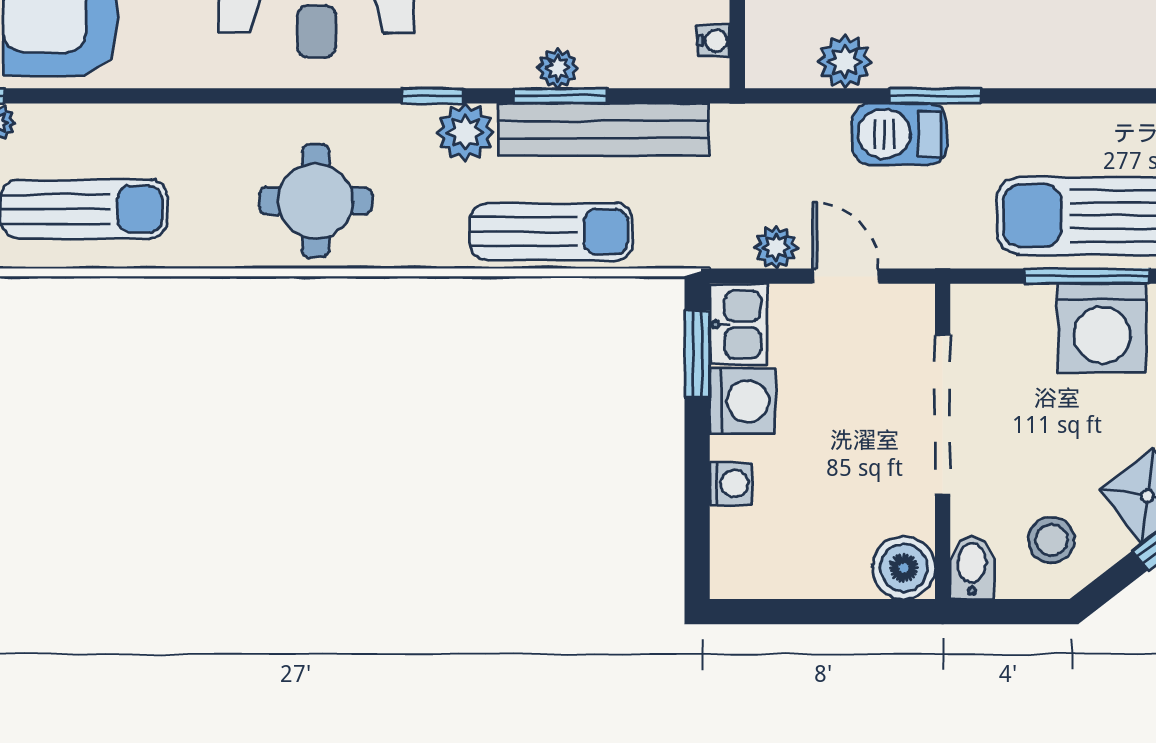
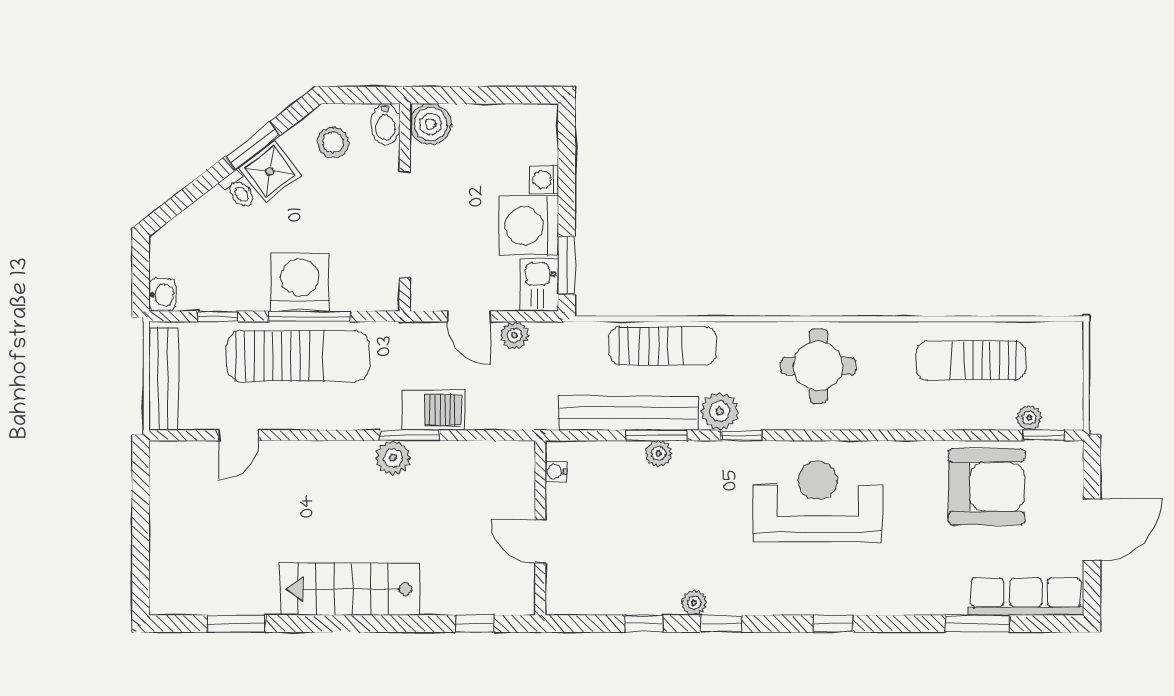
plant: (845, 61) -> (393, 458), moved
sun lounger: (551, 232) -> (663, 346), turned 180
washing machine: (742, 401) -> (529, 226), width x1.37, depth x1.37

